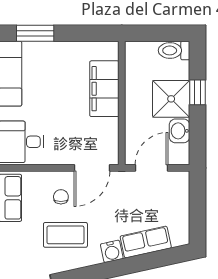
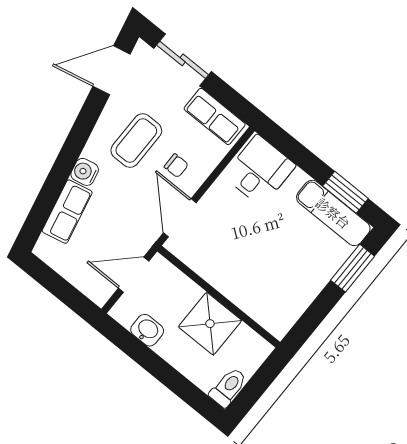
filing cabinet: (104, 89) -> (246, 291), removed
window: (197, 92) -> (170, 377), removed
shower: (171, 99) -> (210, 324), moved
door: (151, 168) -> (134, 275), swing flipped

